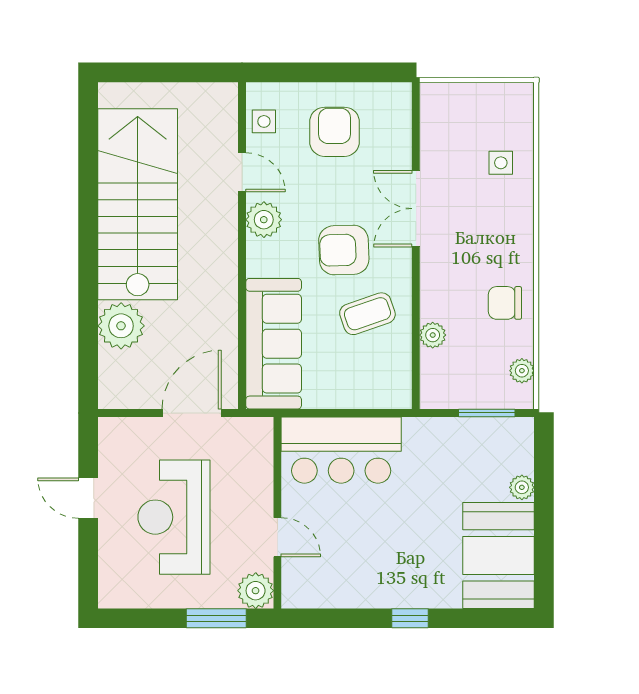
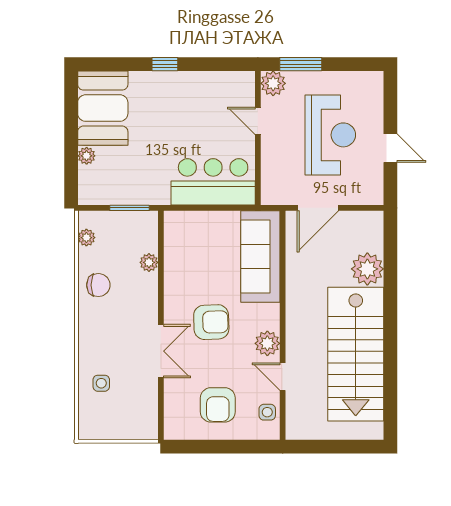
coffee table: (367, 314) -> (195, 277), removed
window: (487, 413) -> (130, 208), moved

